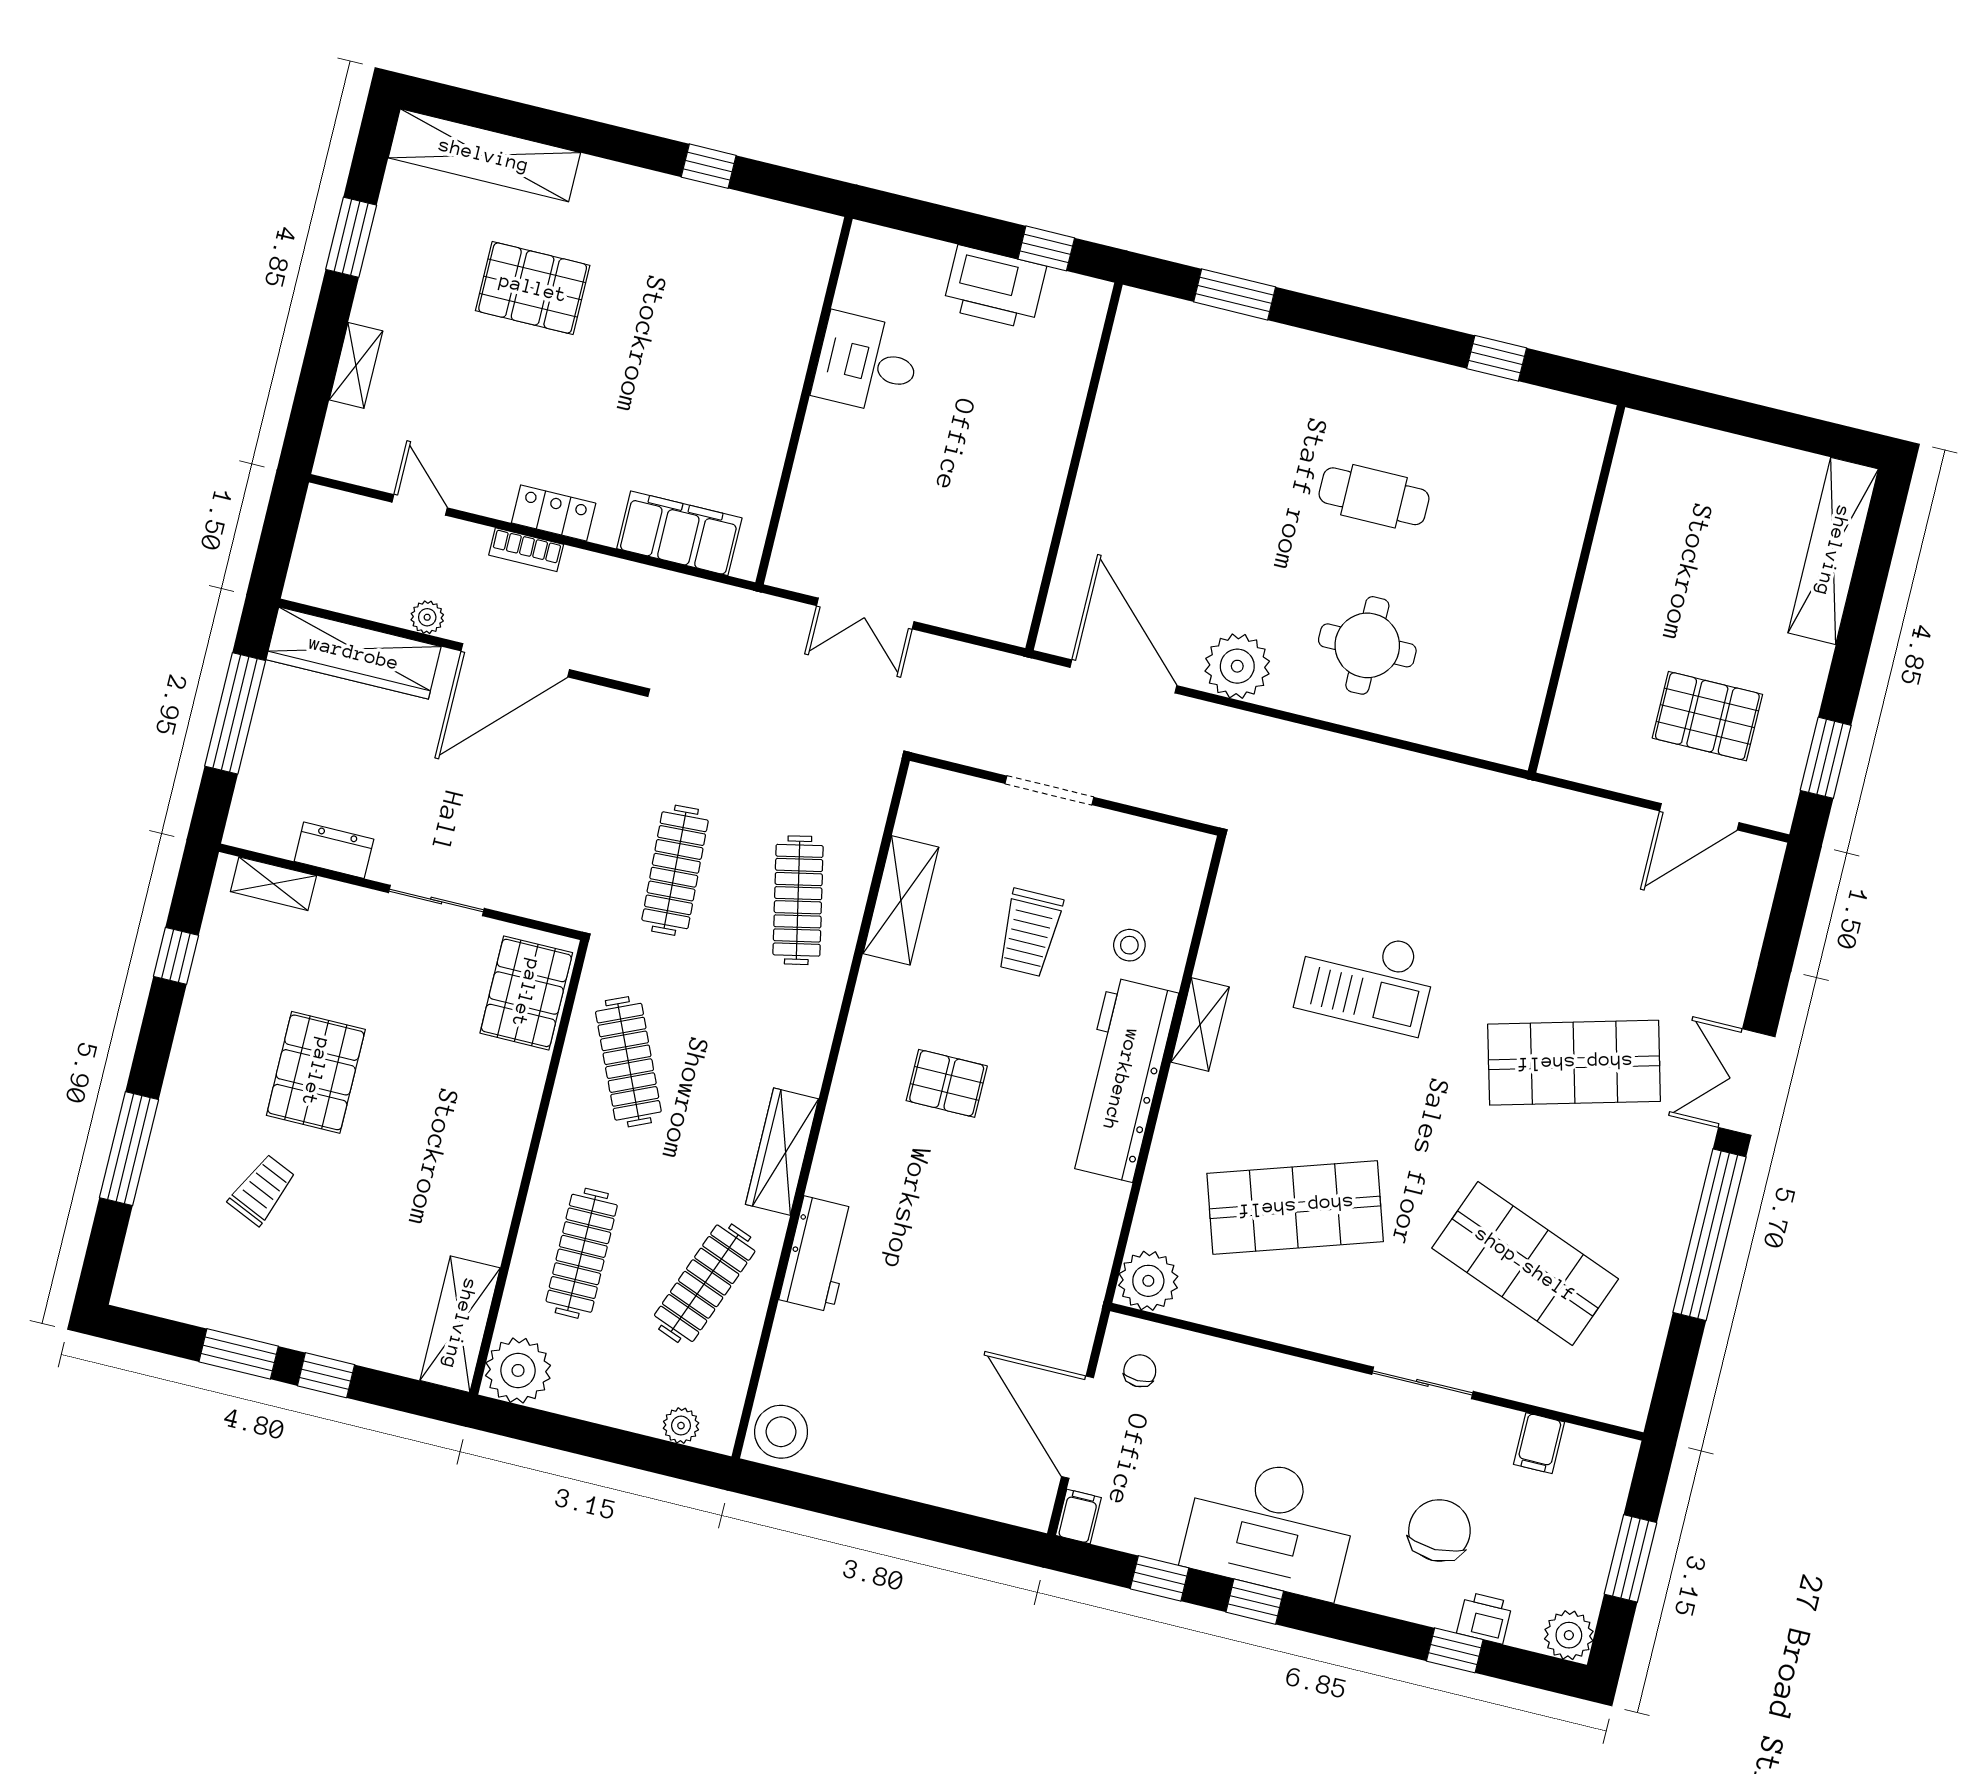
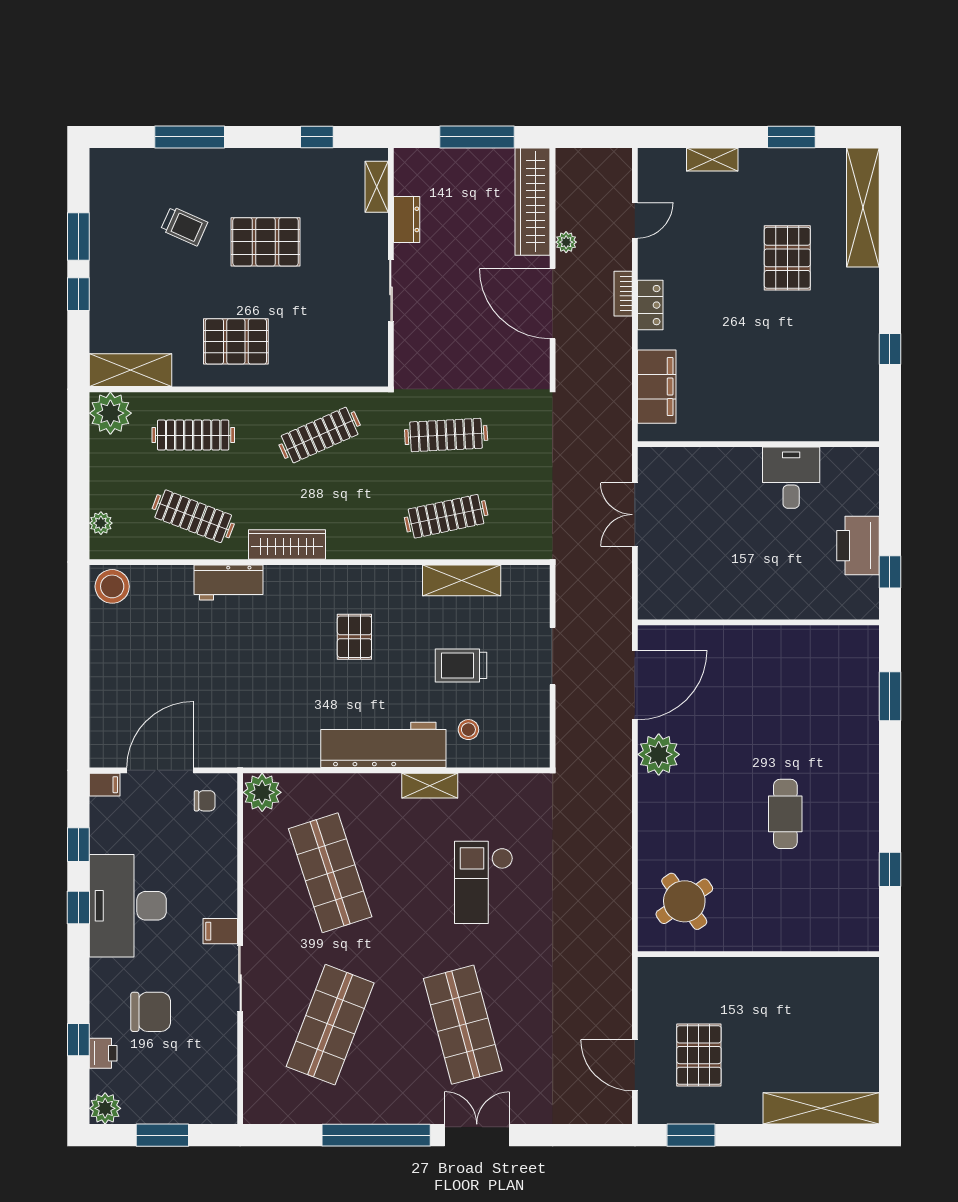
round table: (1367, 645) -> (684, 901), moved, turned -35
pallet: (526, 993) -> (236, 341), moved
filing cabinet: (1539, 1443) -> (220, 931), moved

